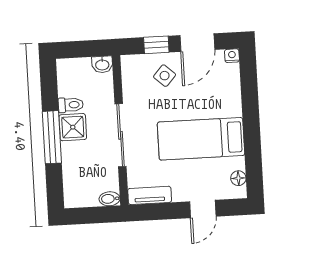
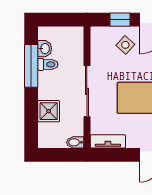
washbasin: (102, 64) -> (45, 49), moved, turned -90
shower: (73, 127) -> (49, 111), moved
window: (52, 137) -> (31, 66), moved

